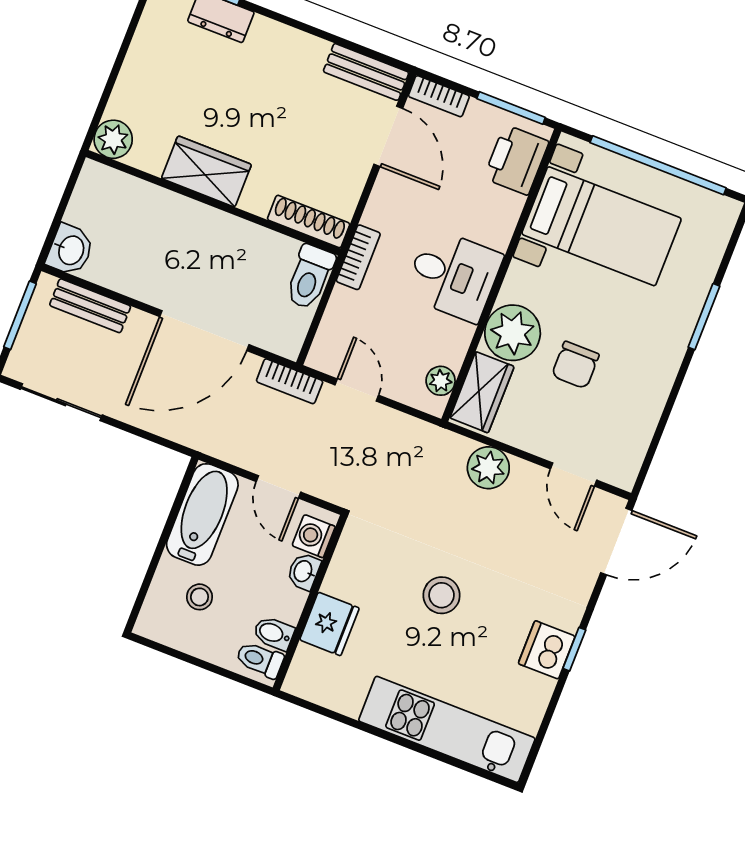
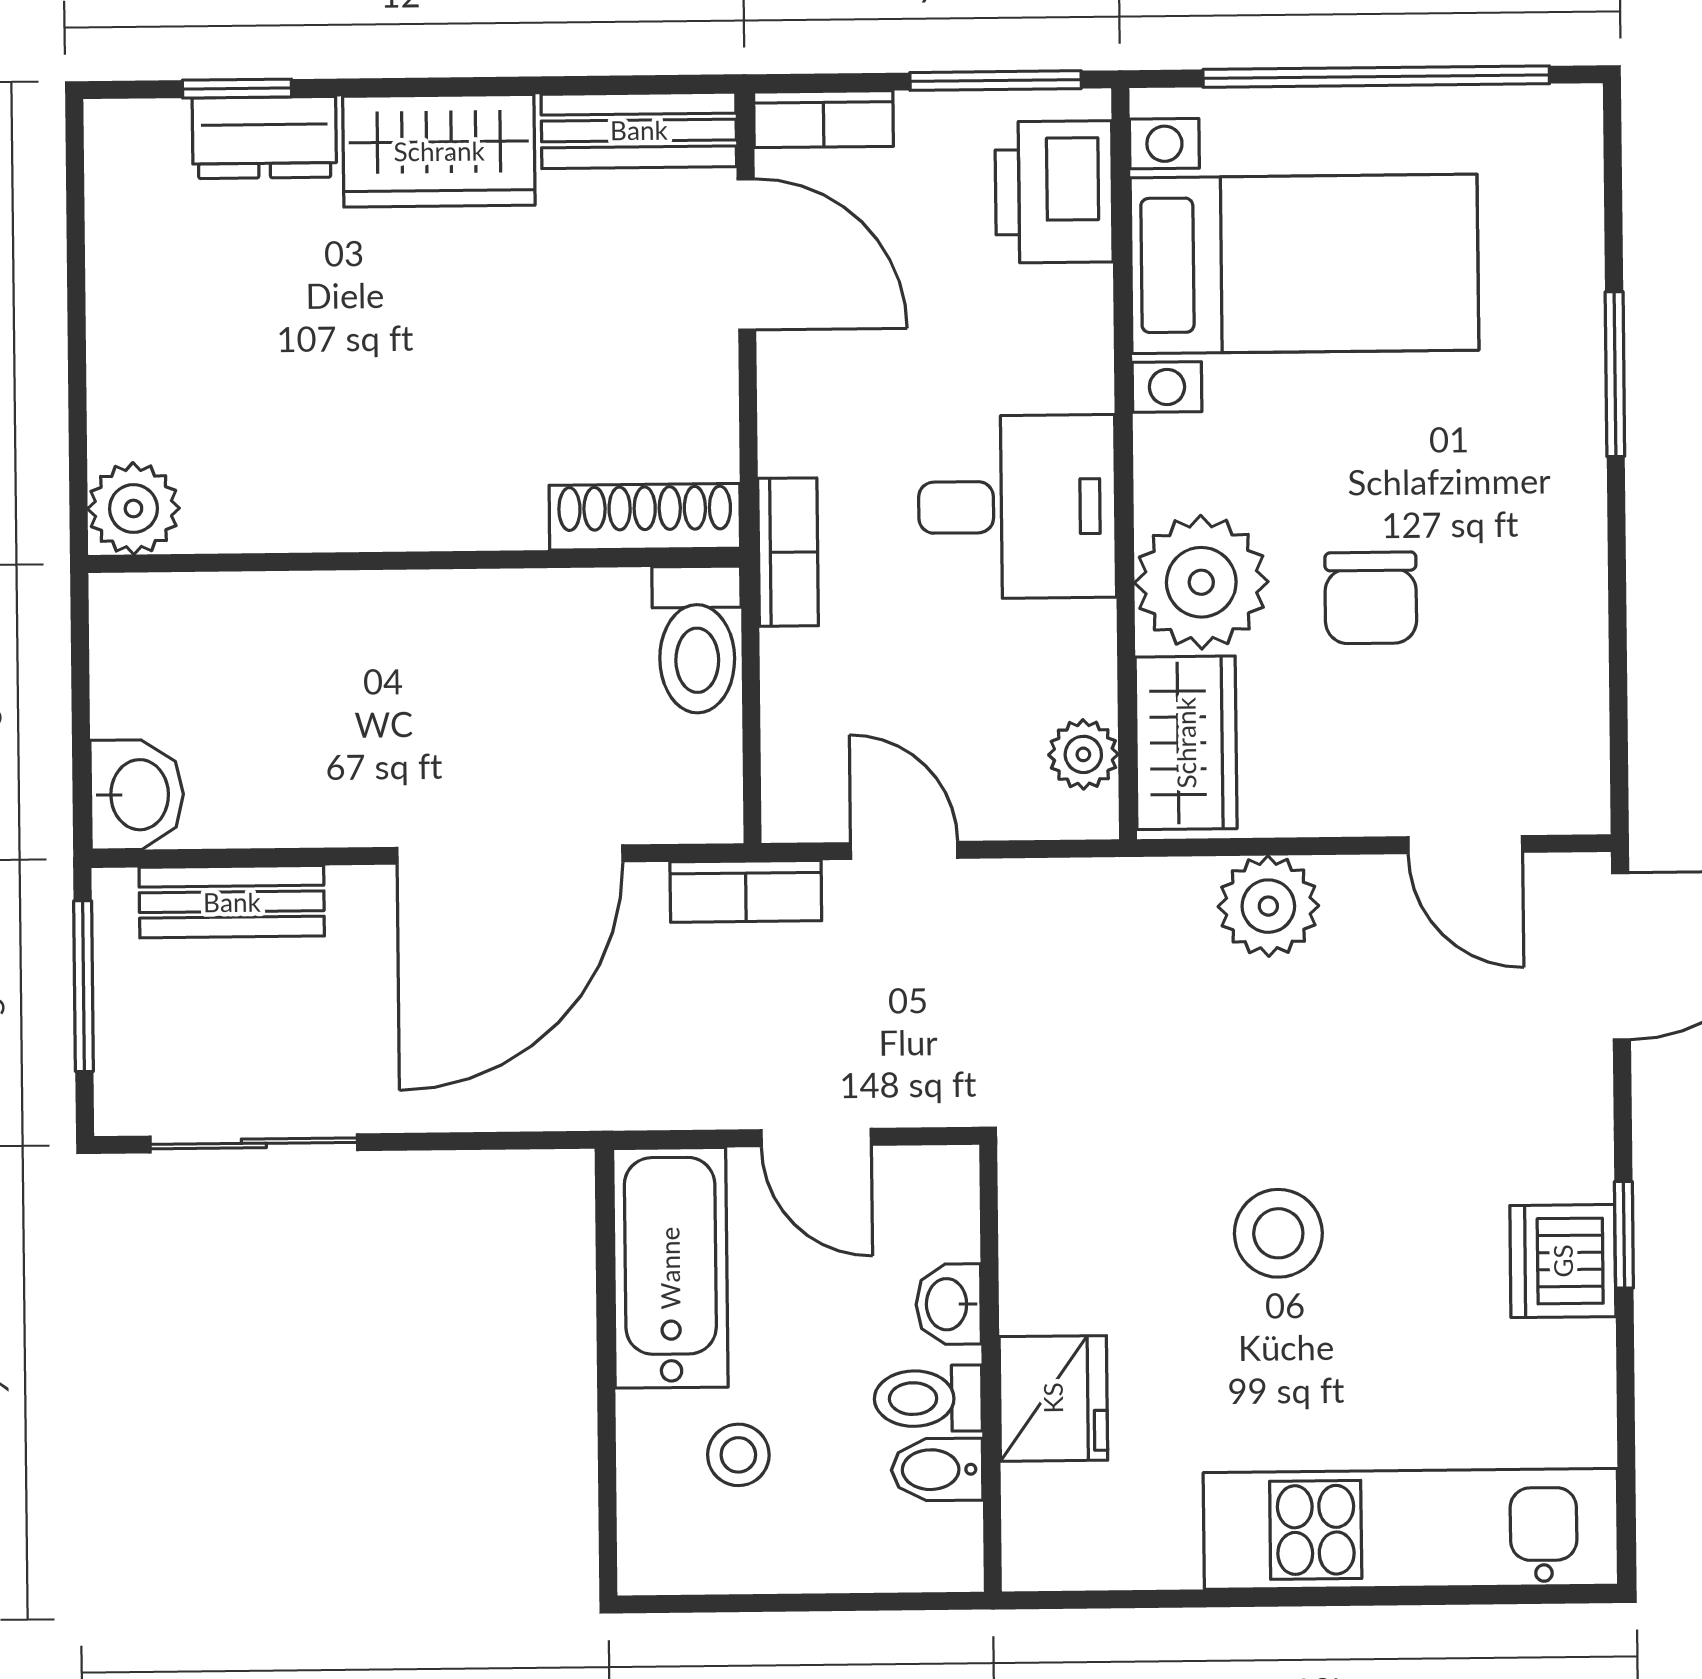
wardrobe: (206, 171) -> (439, 151), moved, turned 180
washing machine: (314, 536) -> (939, 1216), removed
toilet: (260, 660) -> (928, 1398), moved

